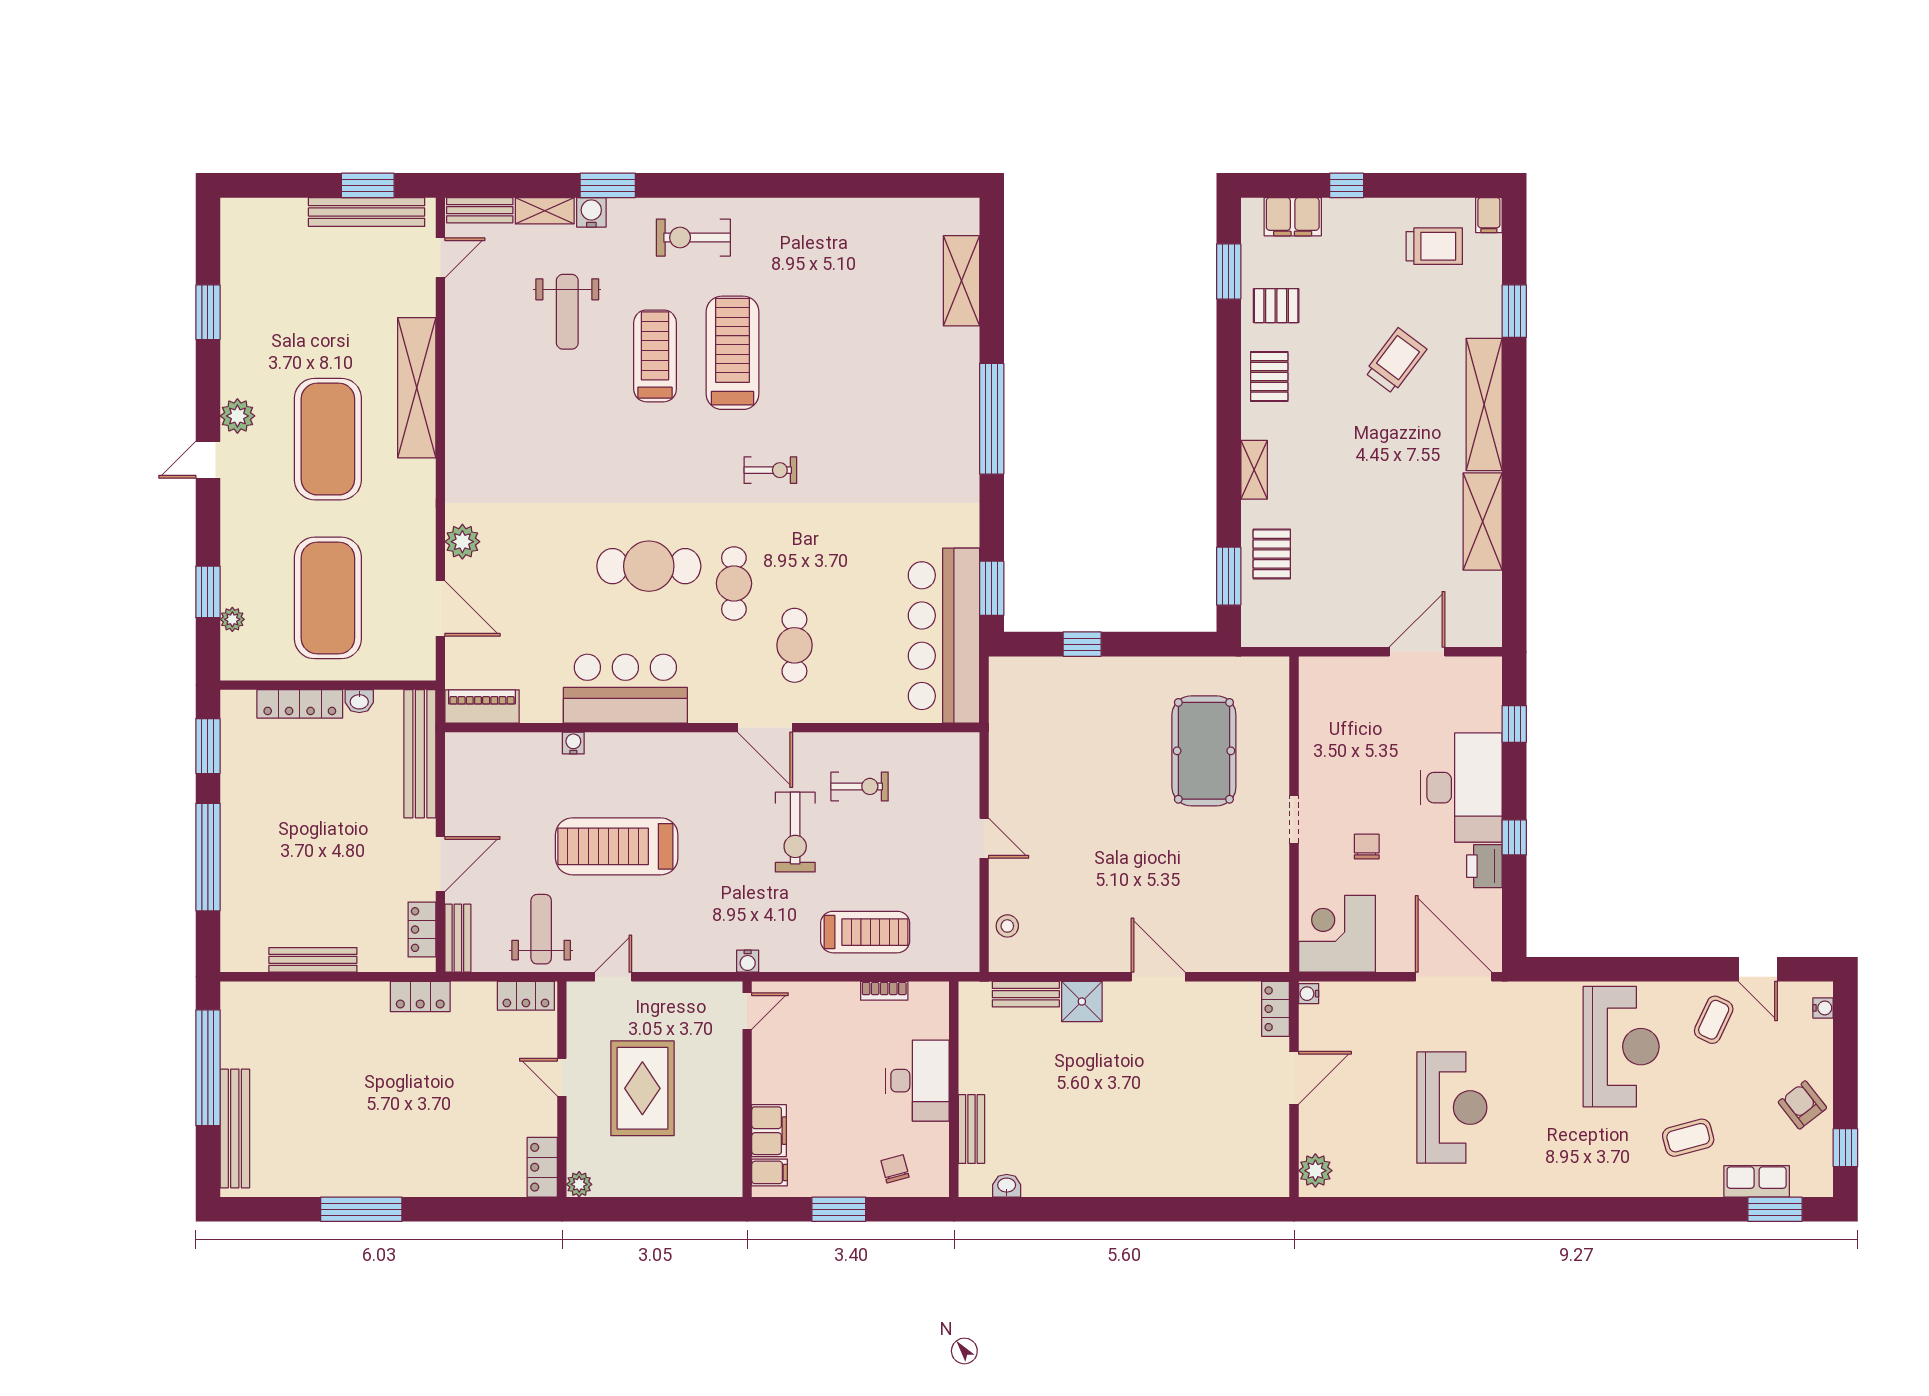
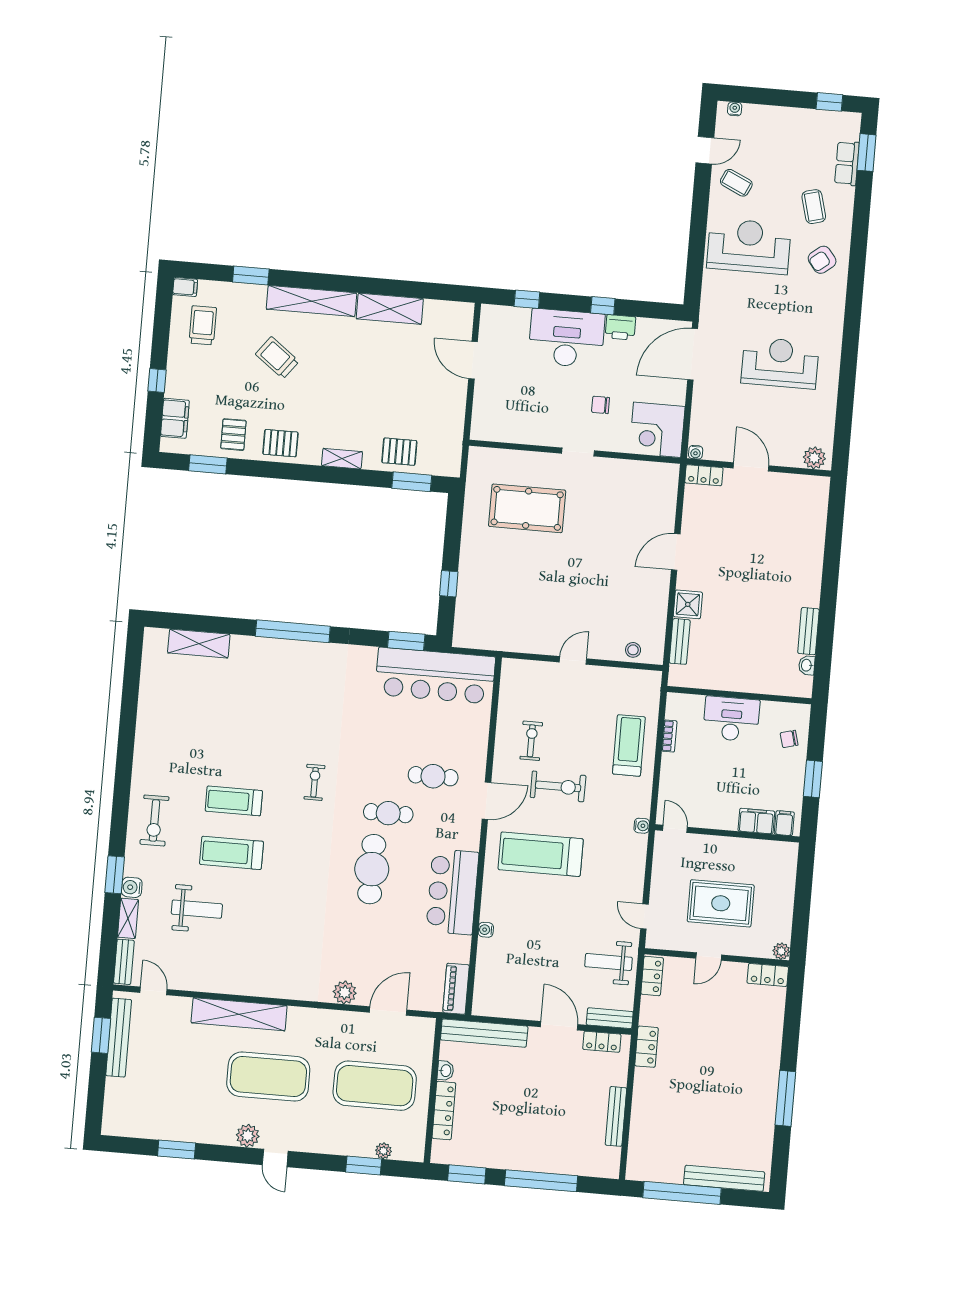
treadmill: (733, 353) -> (234, 801), width x0.73, depth x0.73
treadmill: (617, 846) -> (541, 854), moved, turned 90
armchair: (1802, 1105) -> (822, 260), moved
bench: (971, 1129) -> (808, 631), moved, turned 90

